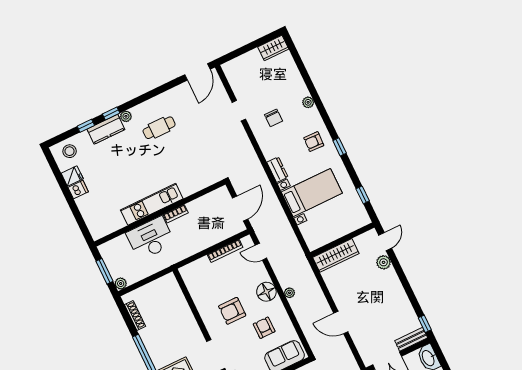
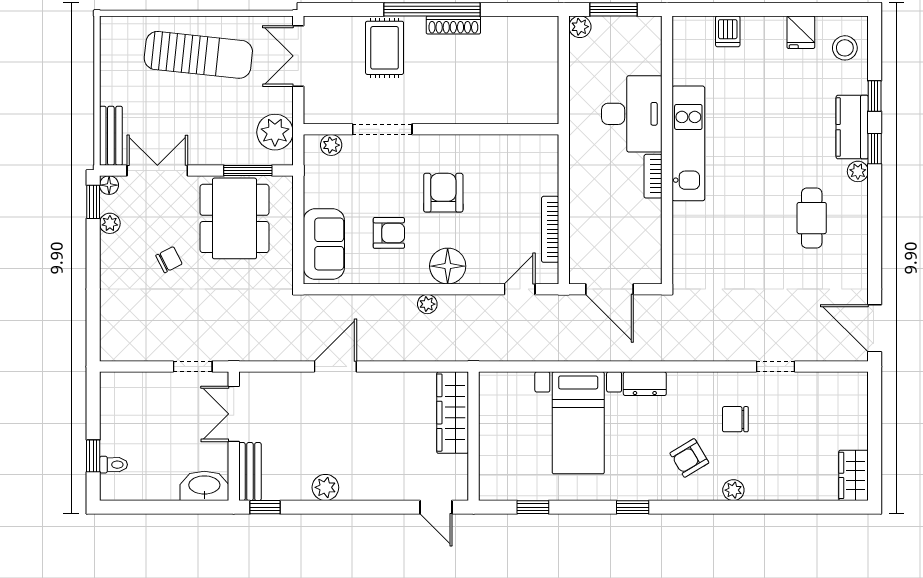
armchair: (314, 142) -> (689, 458), moved, turned -123
dishwasher: (78, 190) -> (728, 31), moved
plant: (384, 262) -> (325, 487), moved
shoe rack: (135, 315) -> (453, 25), moved

